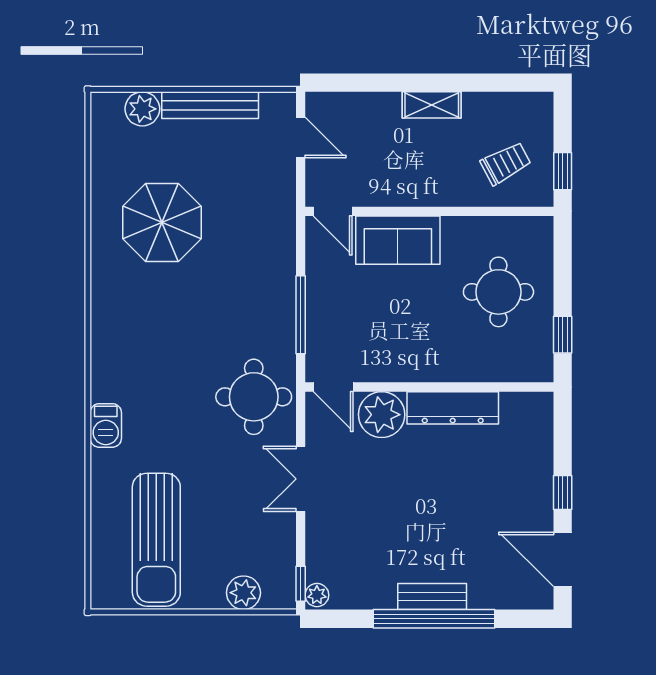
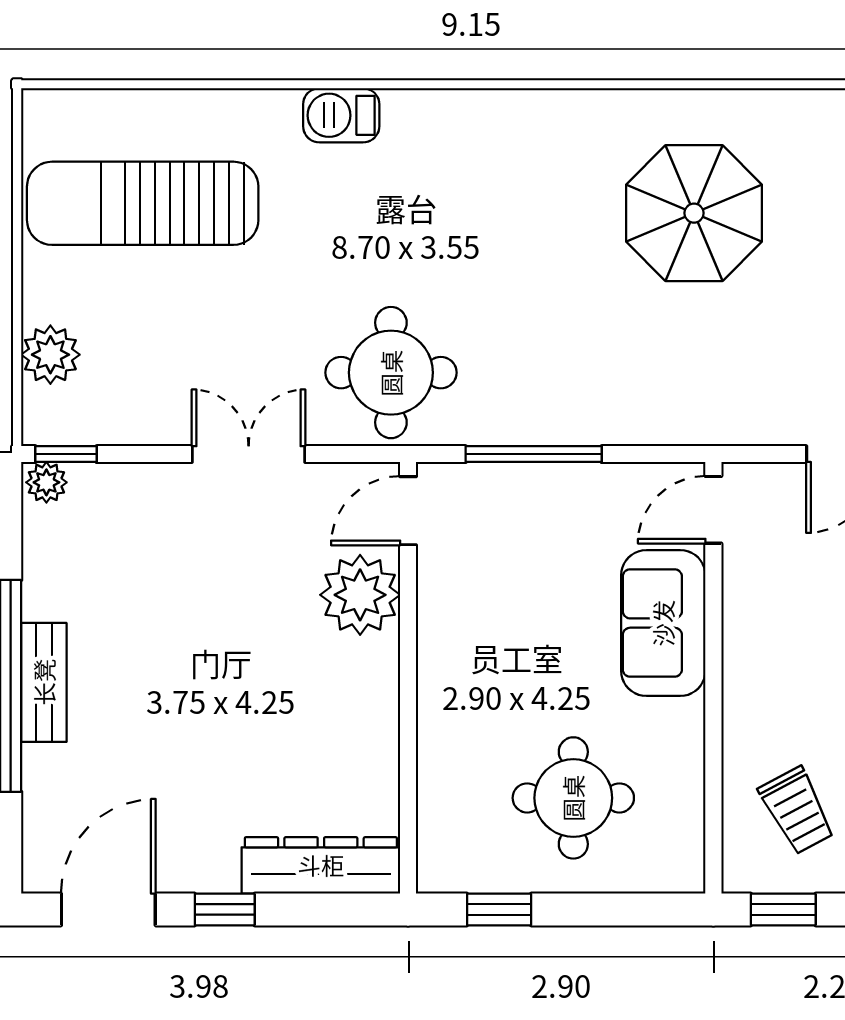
dresser: (453, 408) -> (321, 865), moved, turned 90

